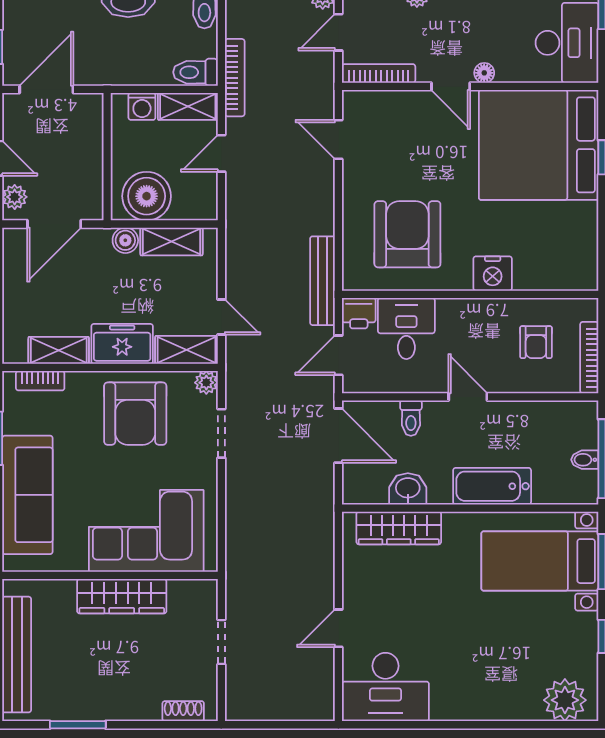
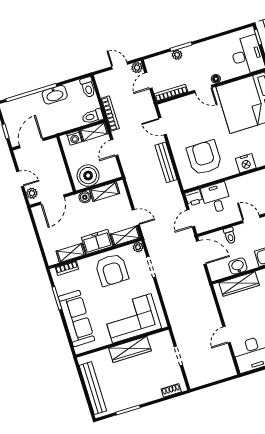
bench: (322, 281) -> (166, 162), moved

